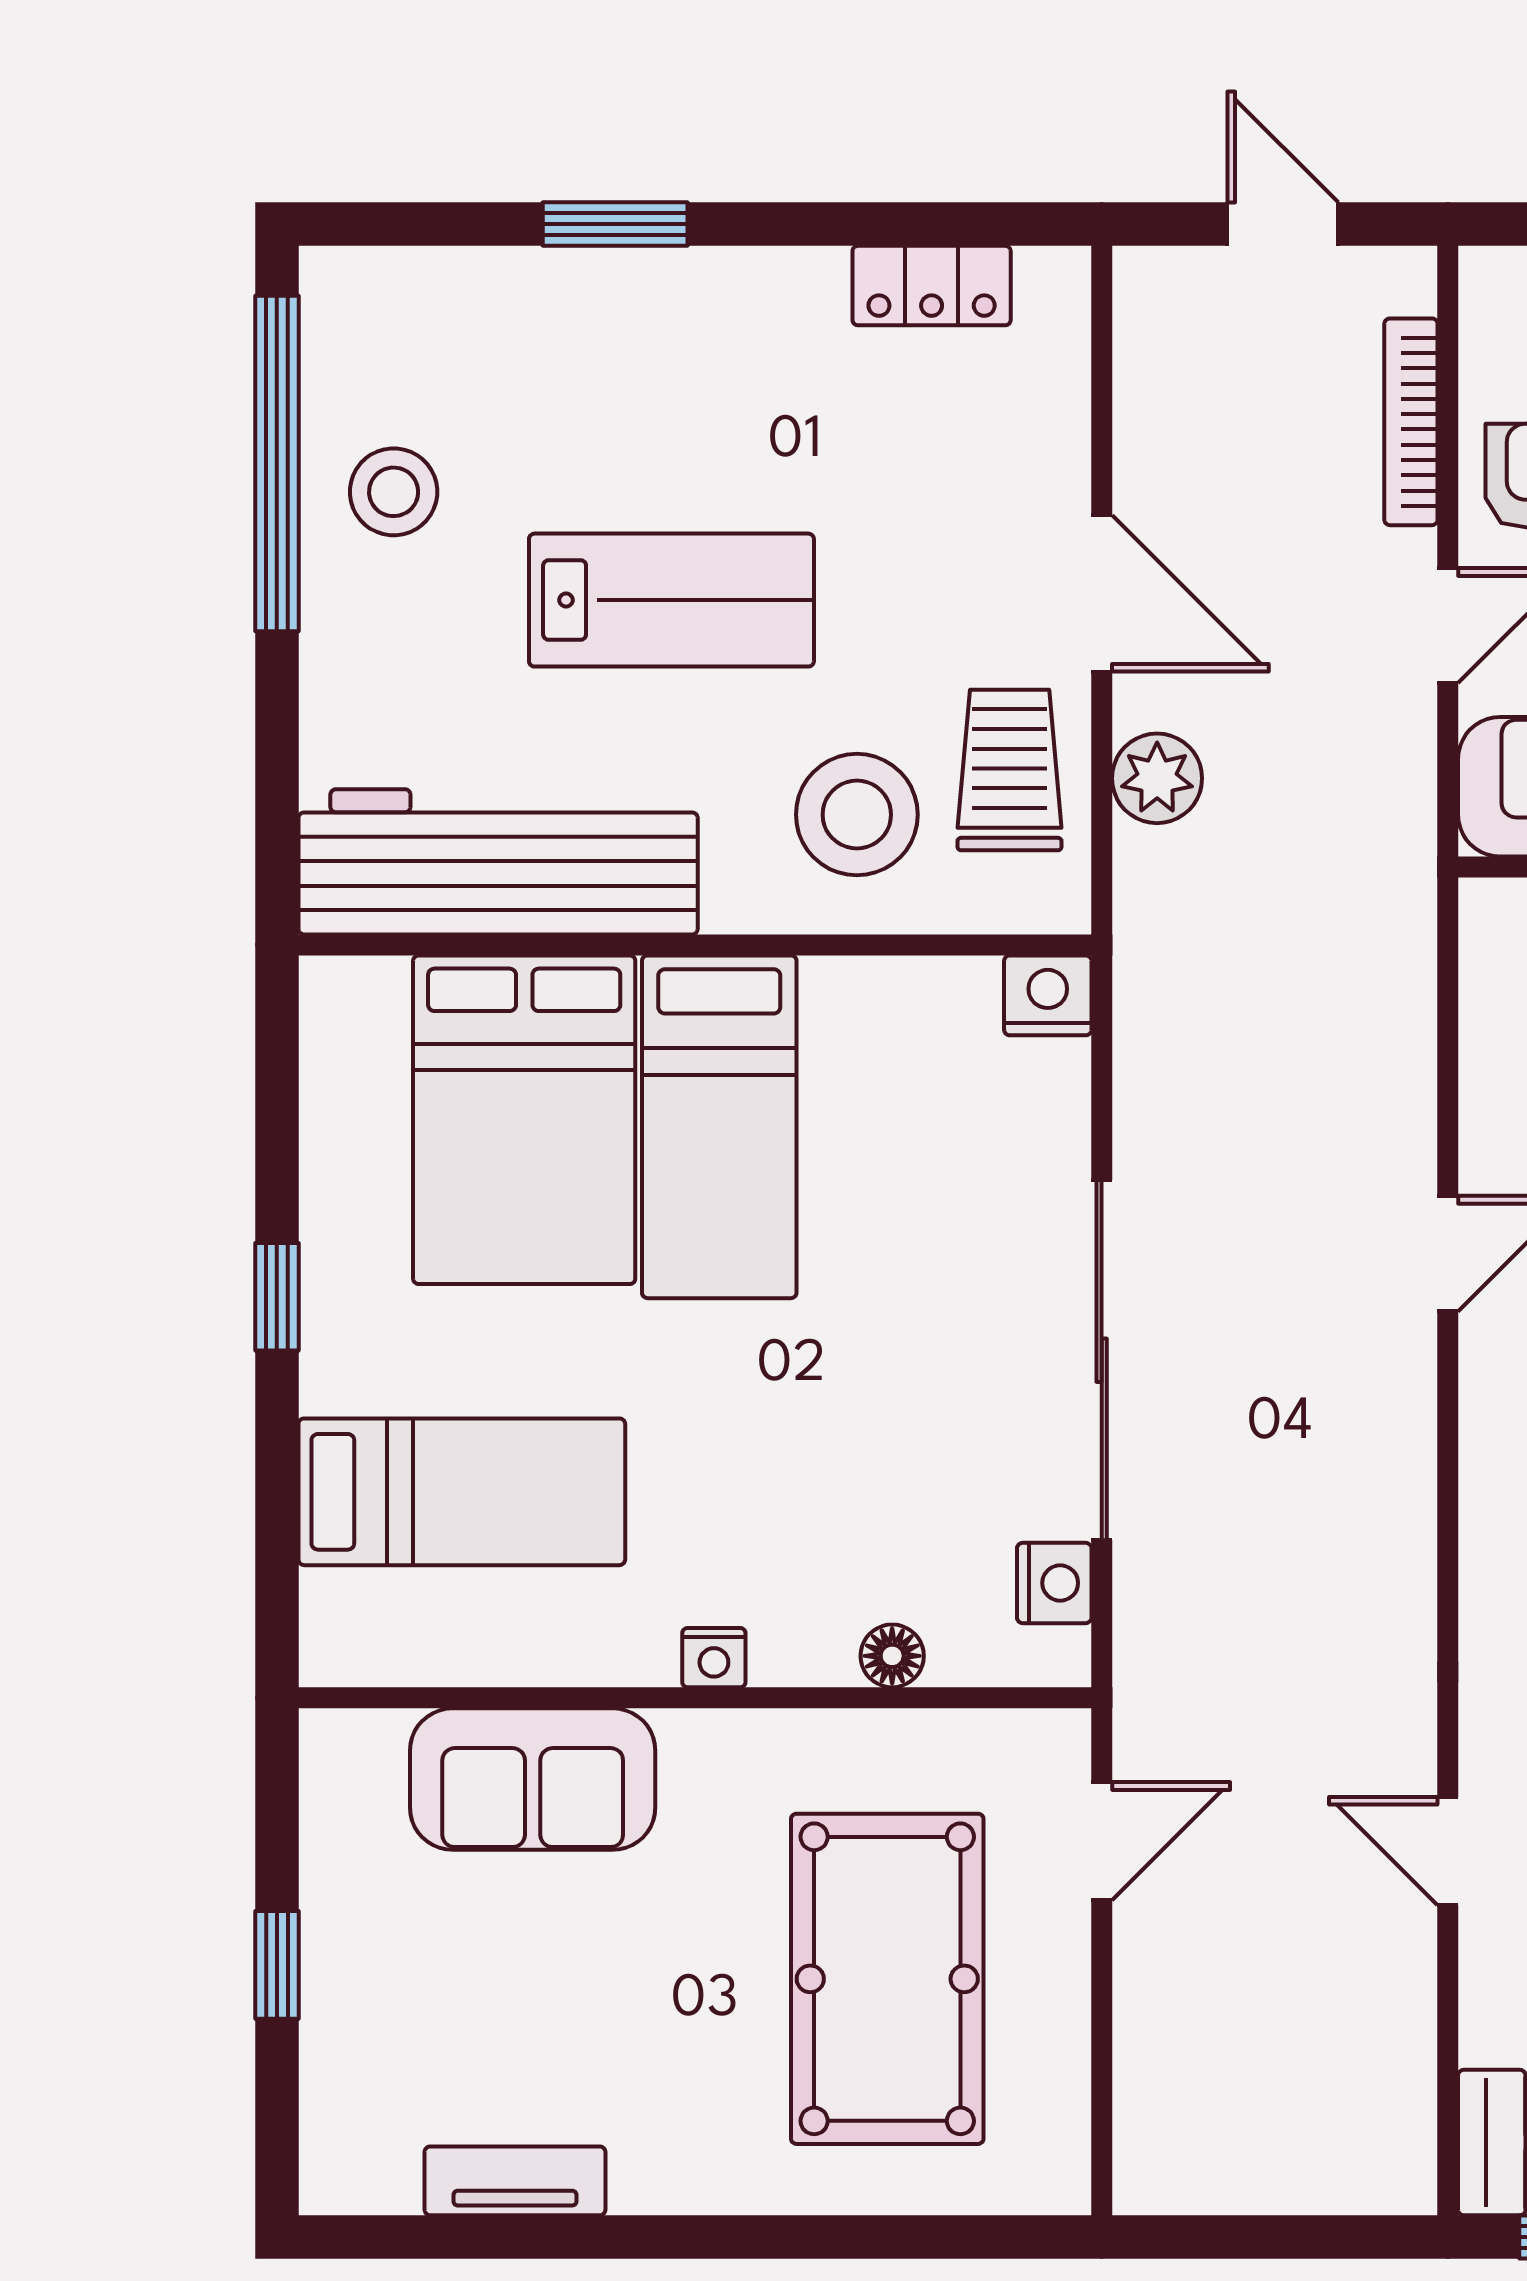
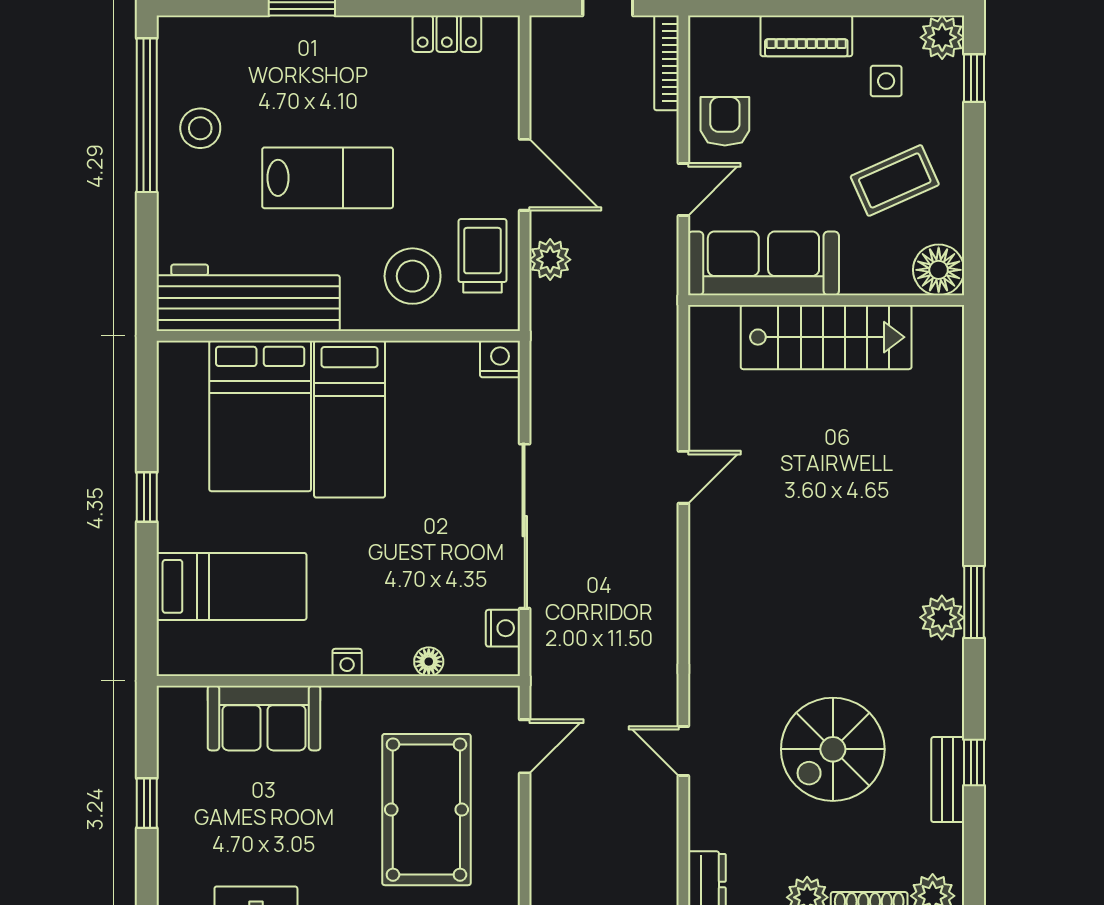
bookcase: (1411, 422) -> (666, 63), moved

